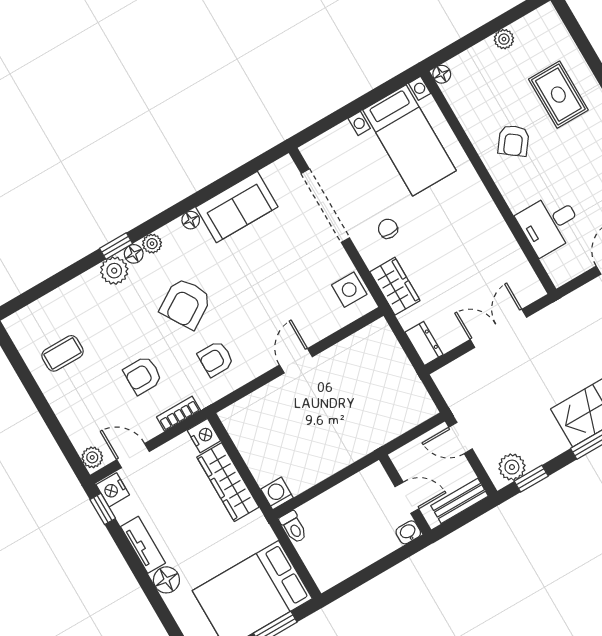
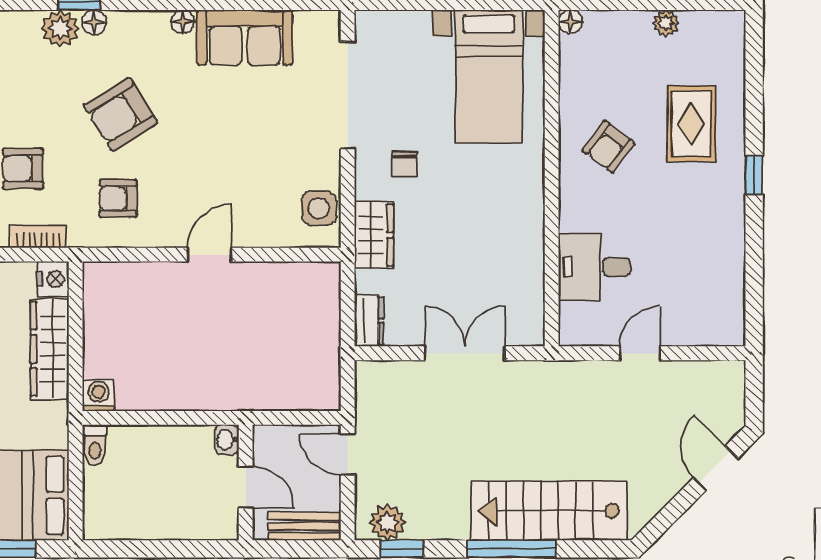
chair: (388, 229) -> (404, 164), turned 180
plant: (152, 244) -> (122, 23), removed
washbasin: (408, 532) -> (227, 440), moved, turned -90

